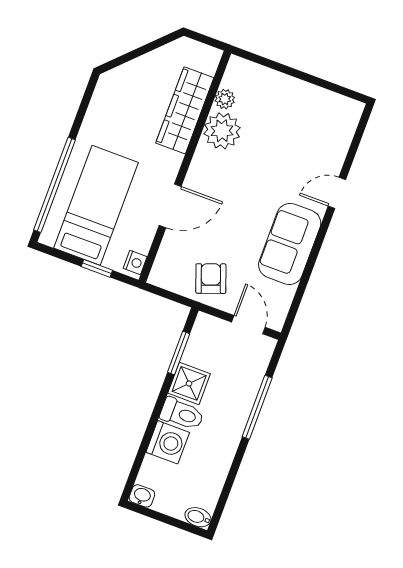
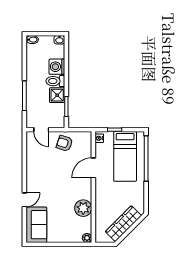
plant: (225, 99) -> (87, 238), moved
wardrobe: (185, 110) -> (123, 224), moved, turned -135
sofa: (290, 244) -> (36, 225), moved
armchair: (211, 279) -> (65, 143), turned 128

